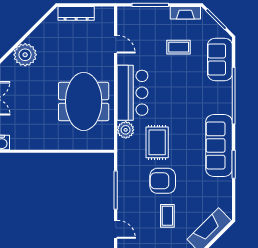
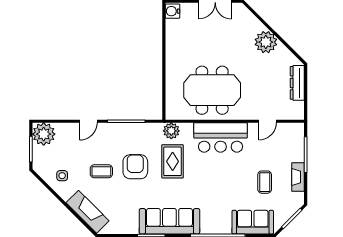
fireplace: (185, 13) -> (298, 177), moved
plant: (25, 55) -> (266, 42), moved
plant: (126, 130) -> (171, 131), moved
rug: (157, 142) -> (173, 161), turned 90

